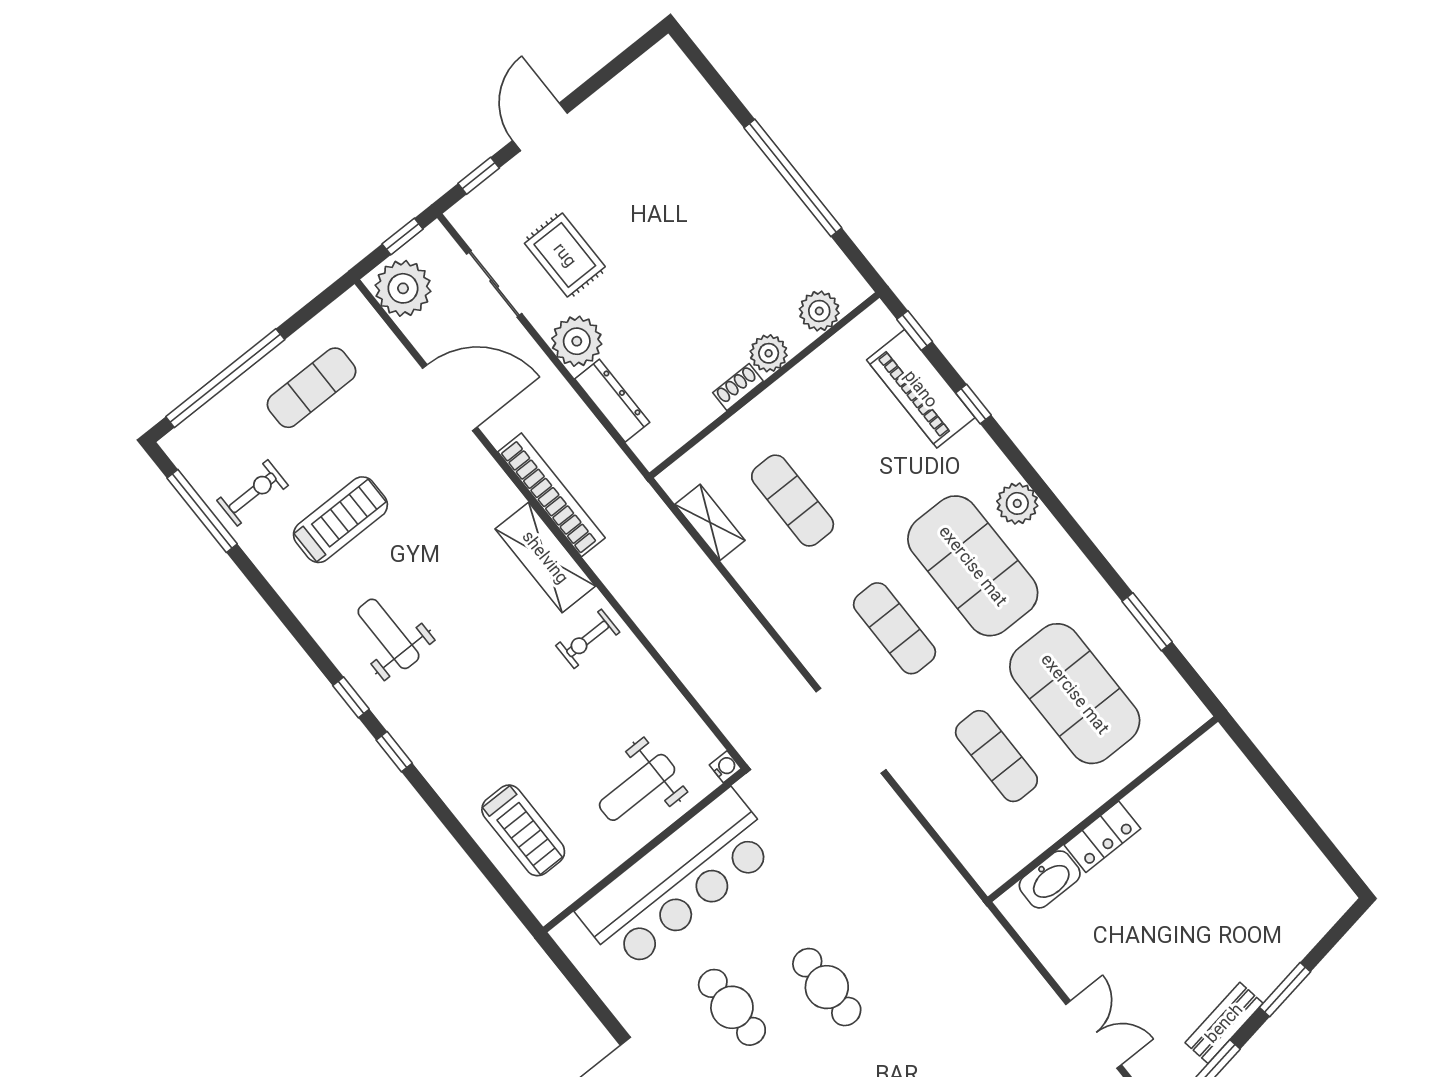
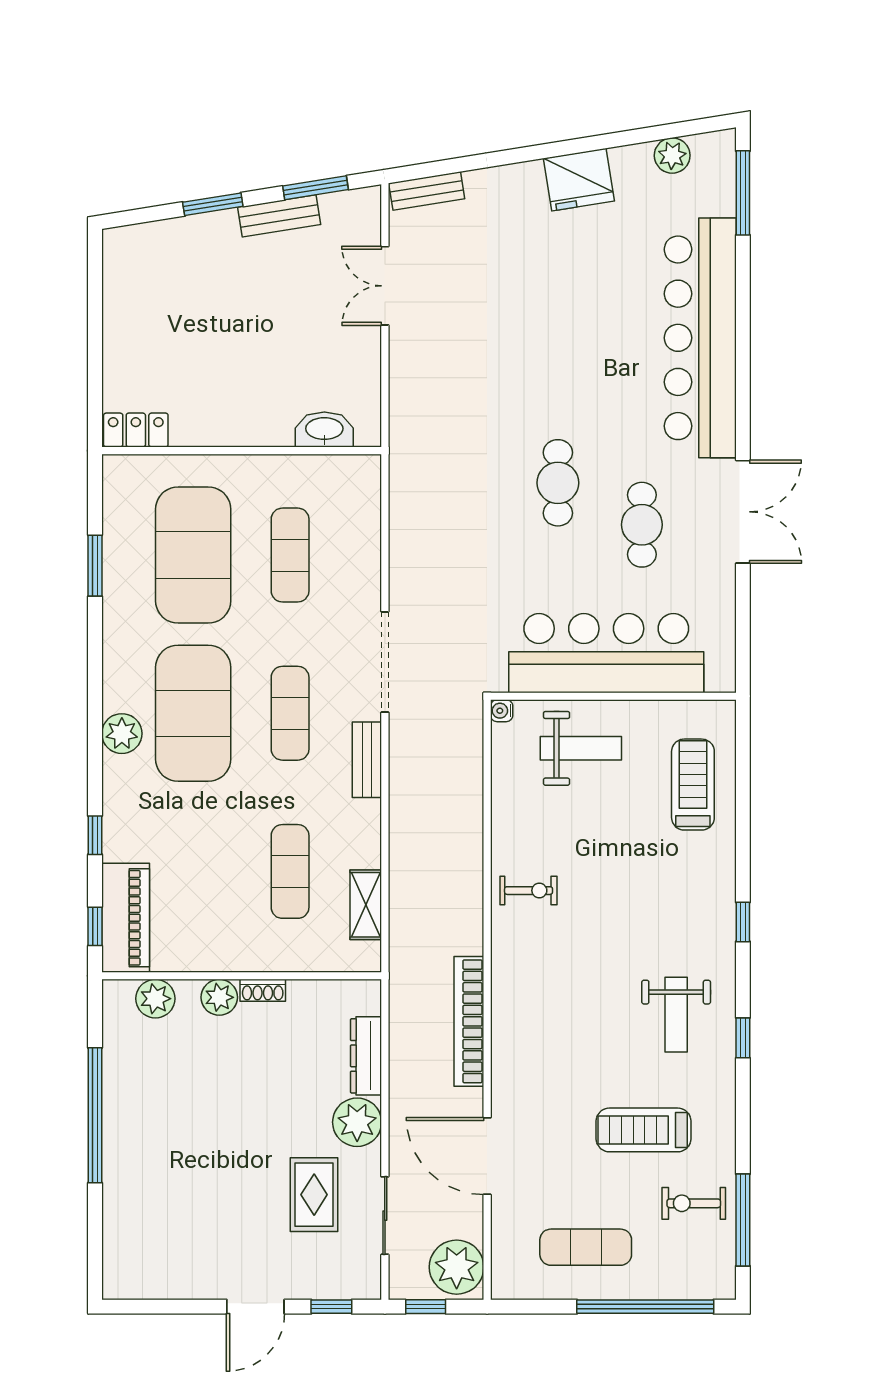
piano: (921, 389) -> (126, 918), moved
shelving: (545, 557) -> (511, 978), removed
bench: (802, 640) -> (367, 760), added
window: (351, 697) -> (743, 1038), moved
locker: (1102, 837) -> (136, 430), moved

